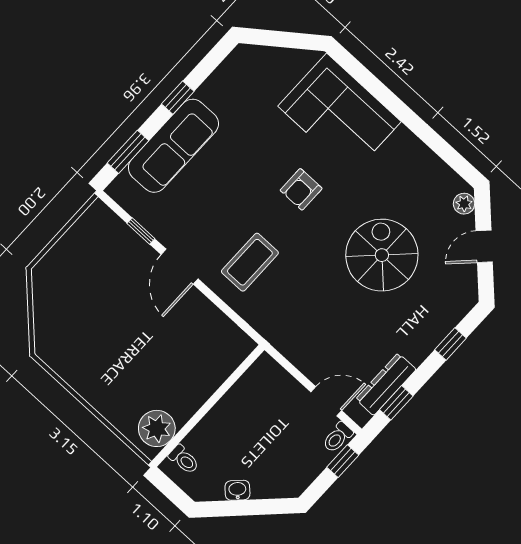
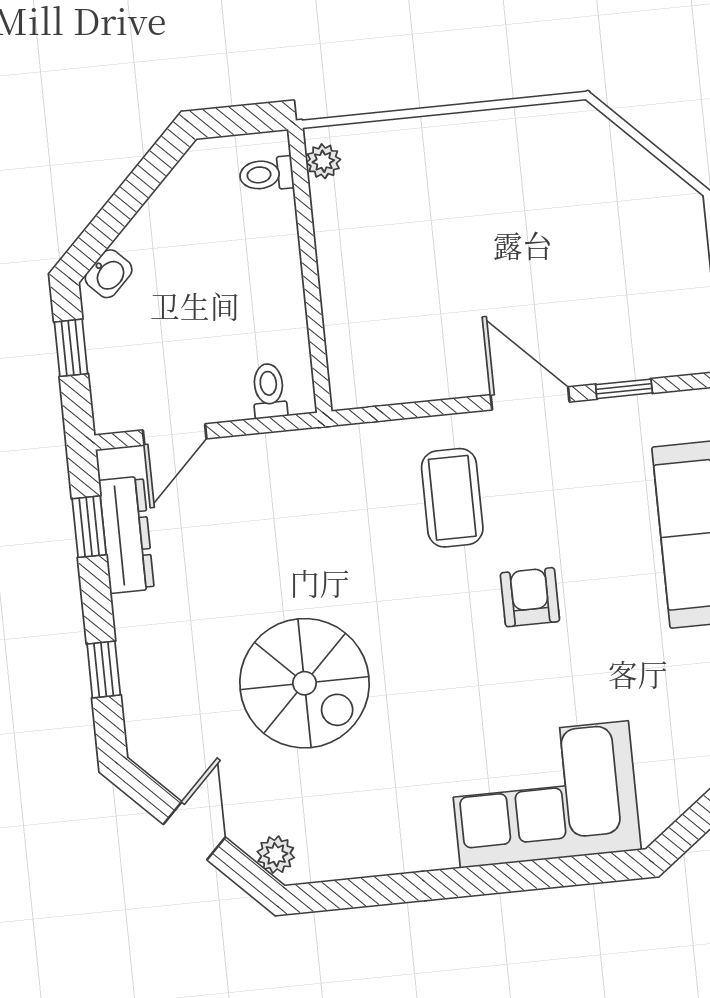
armchair: (301, 189) -> (530, 597), moved
plant: (157, 428) -> (323, 161), width x0.53, depth x0.53
toilet: (338, 437) -> (269, 391), moved
window: (343, 461) -> (71, 348), moved
washbasin: (237, 490) -> (109, 274), moved

